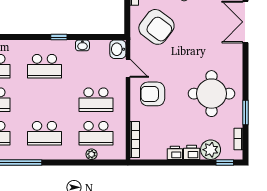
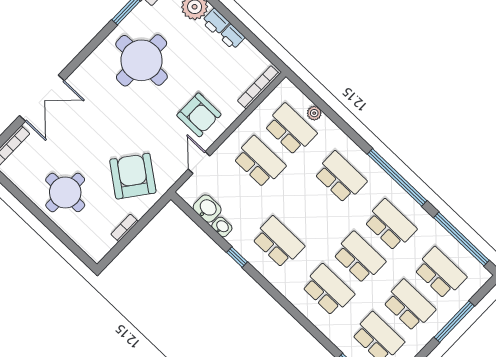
washbasin: (118, 49) -> (207, 209), moved, turned -90

